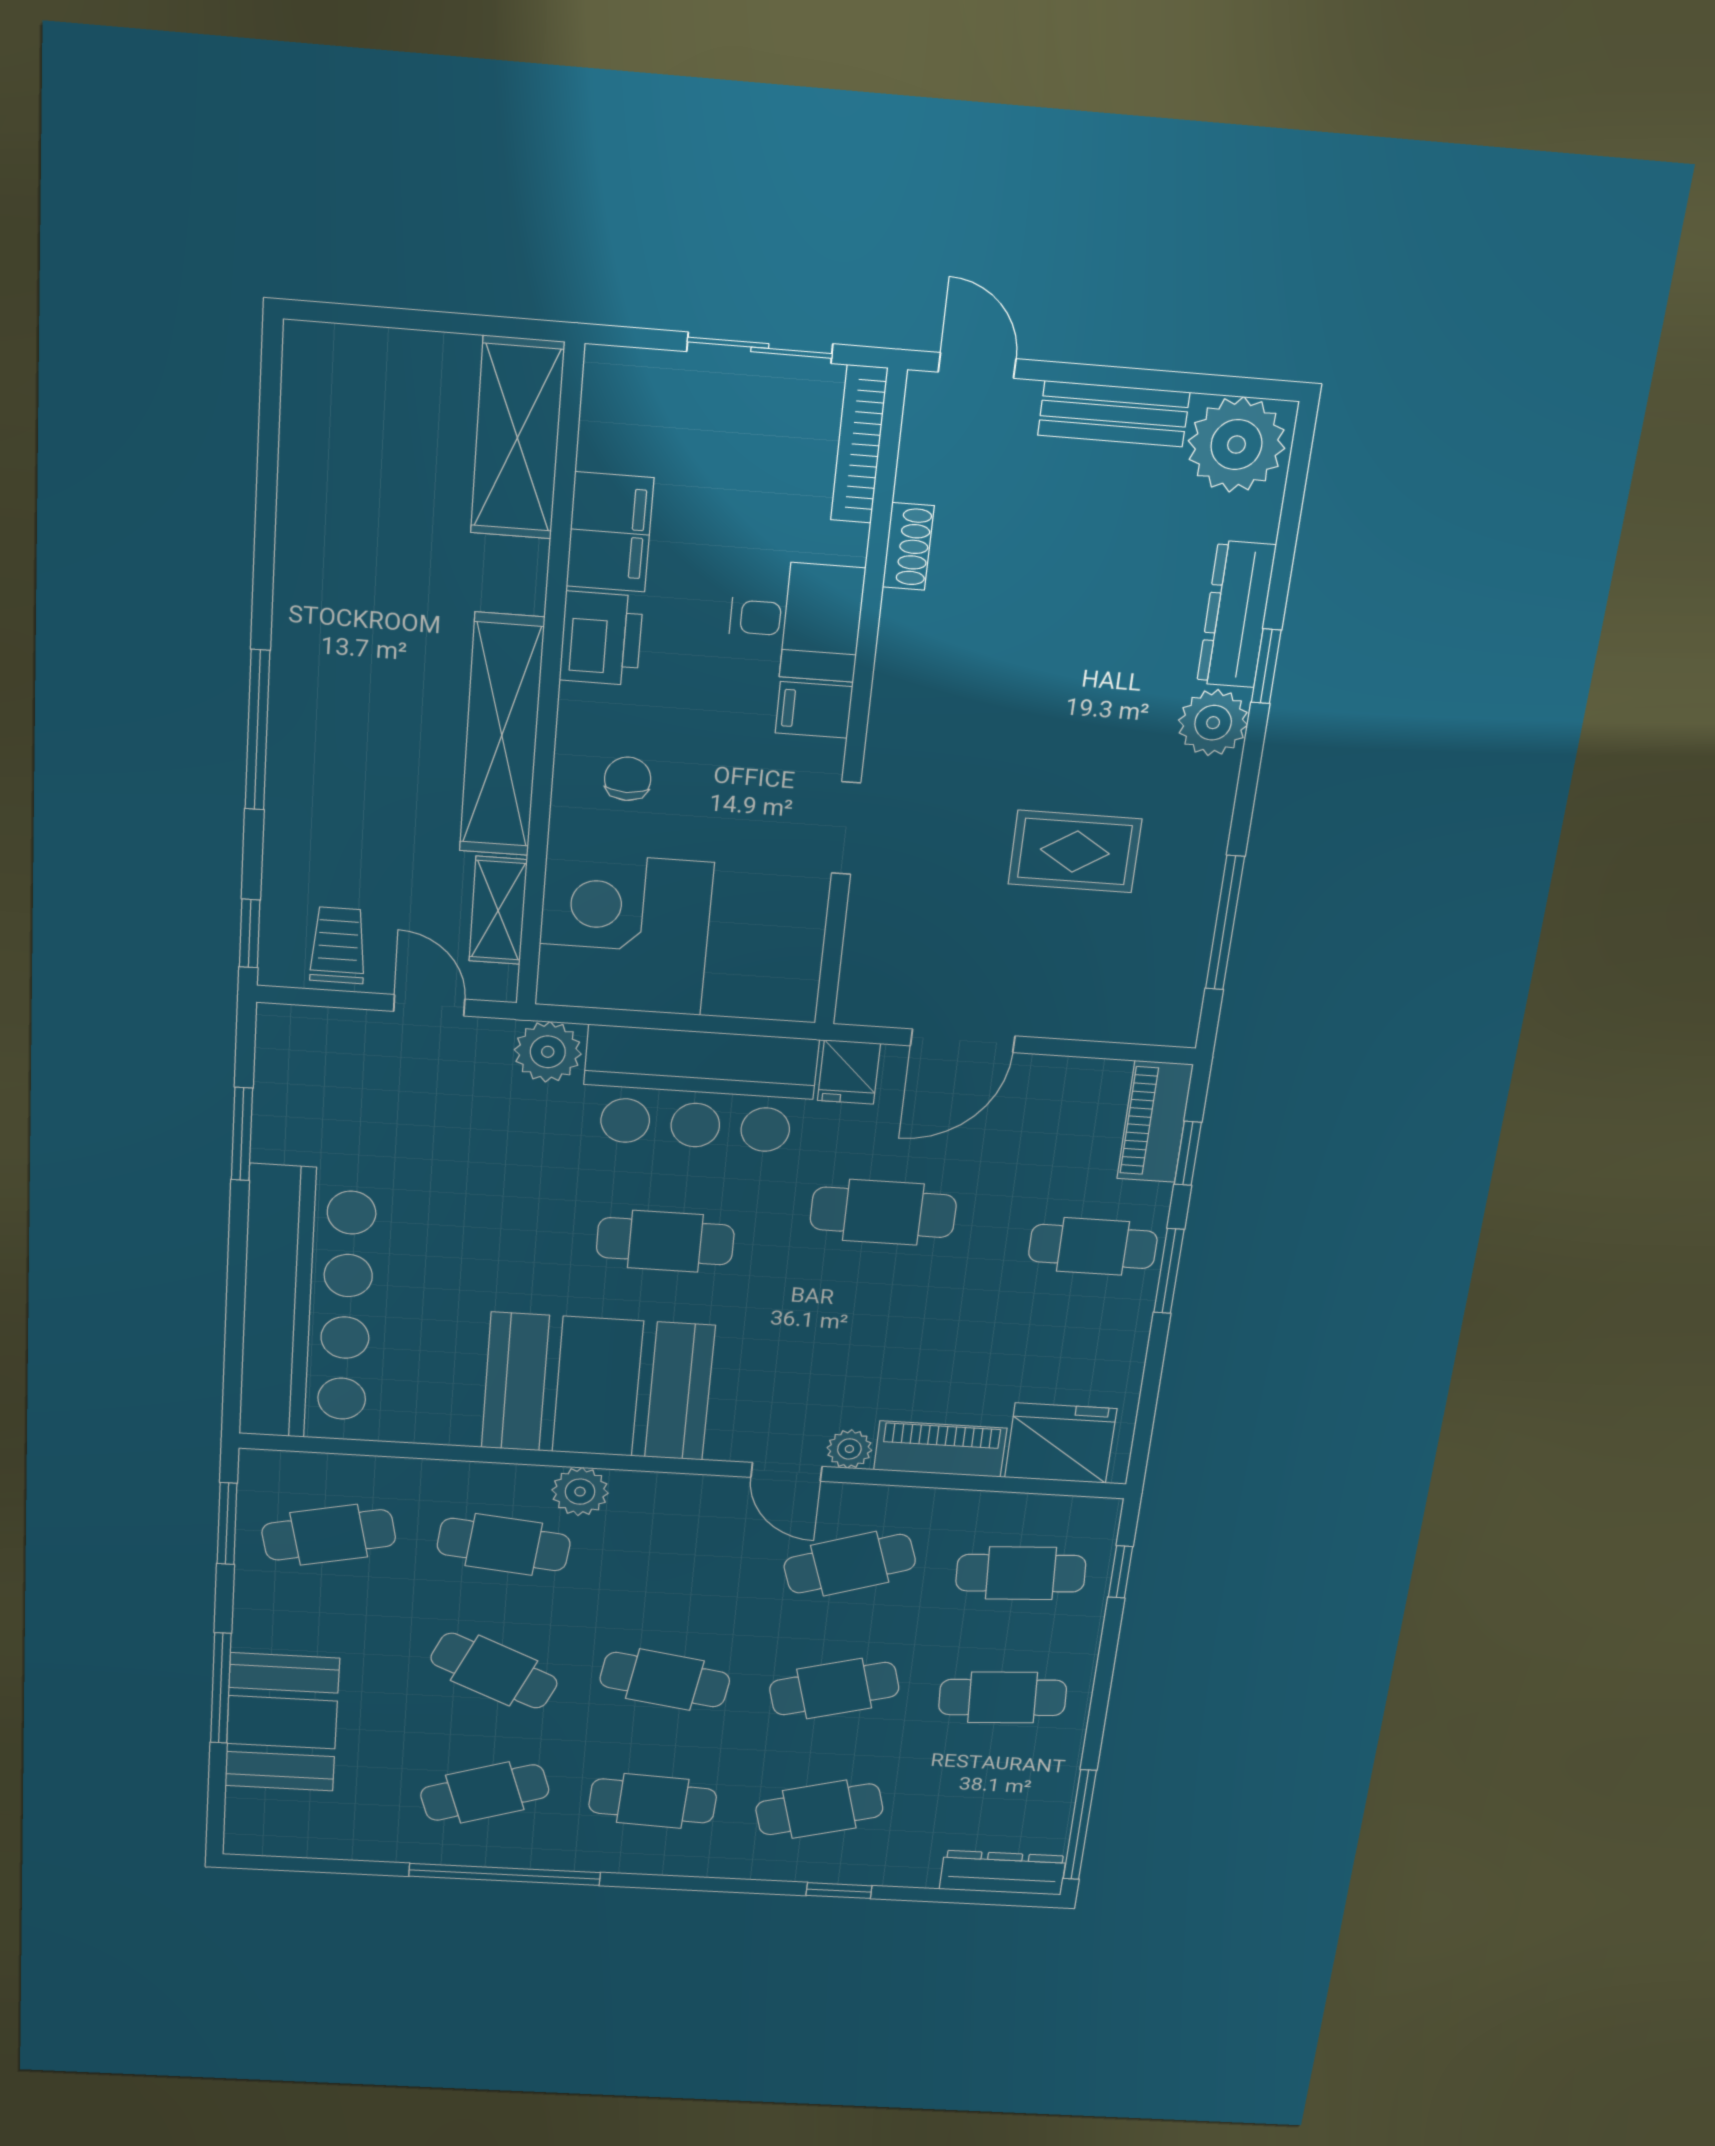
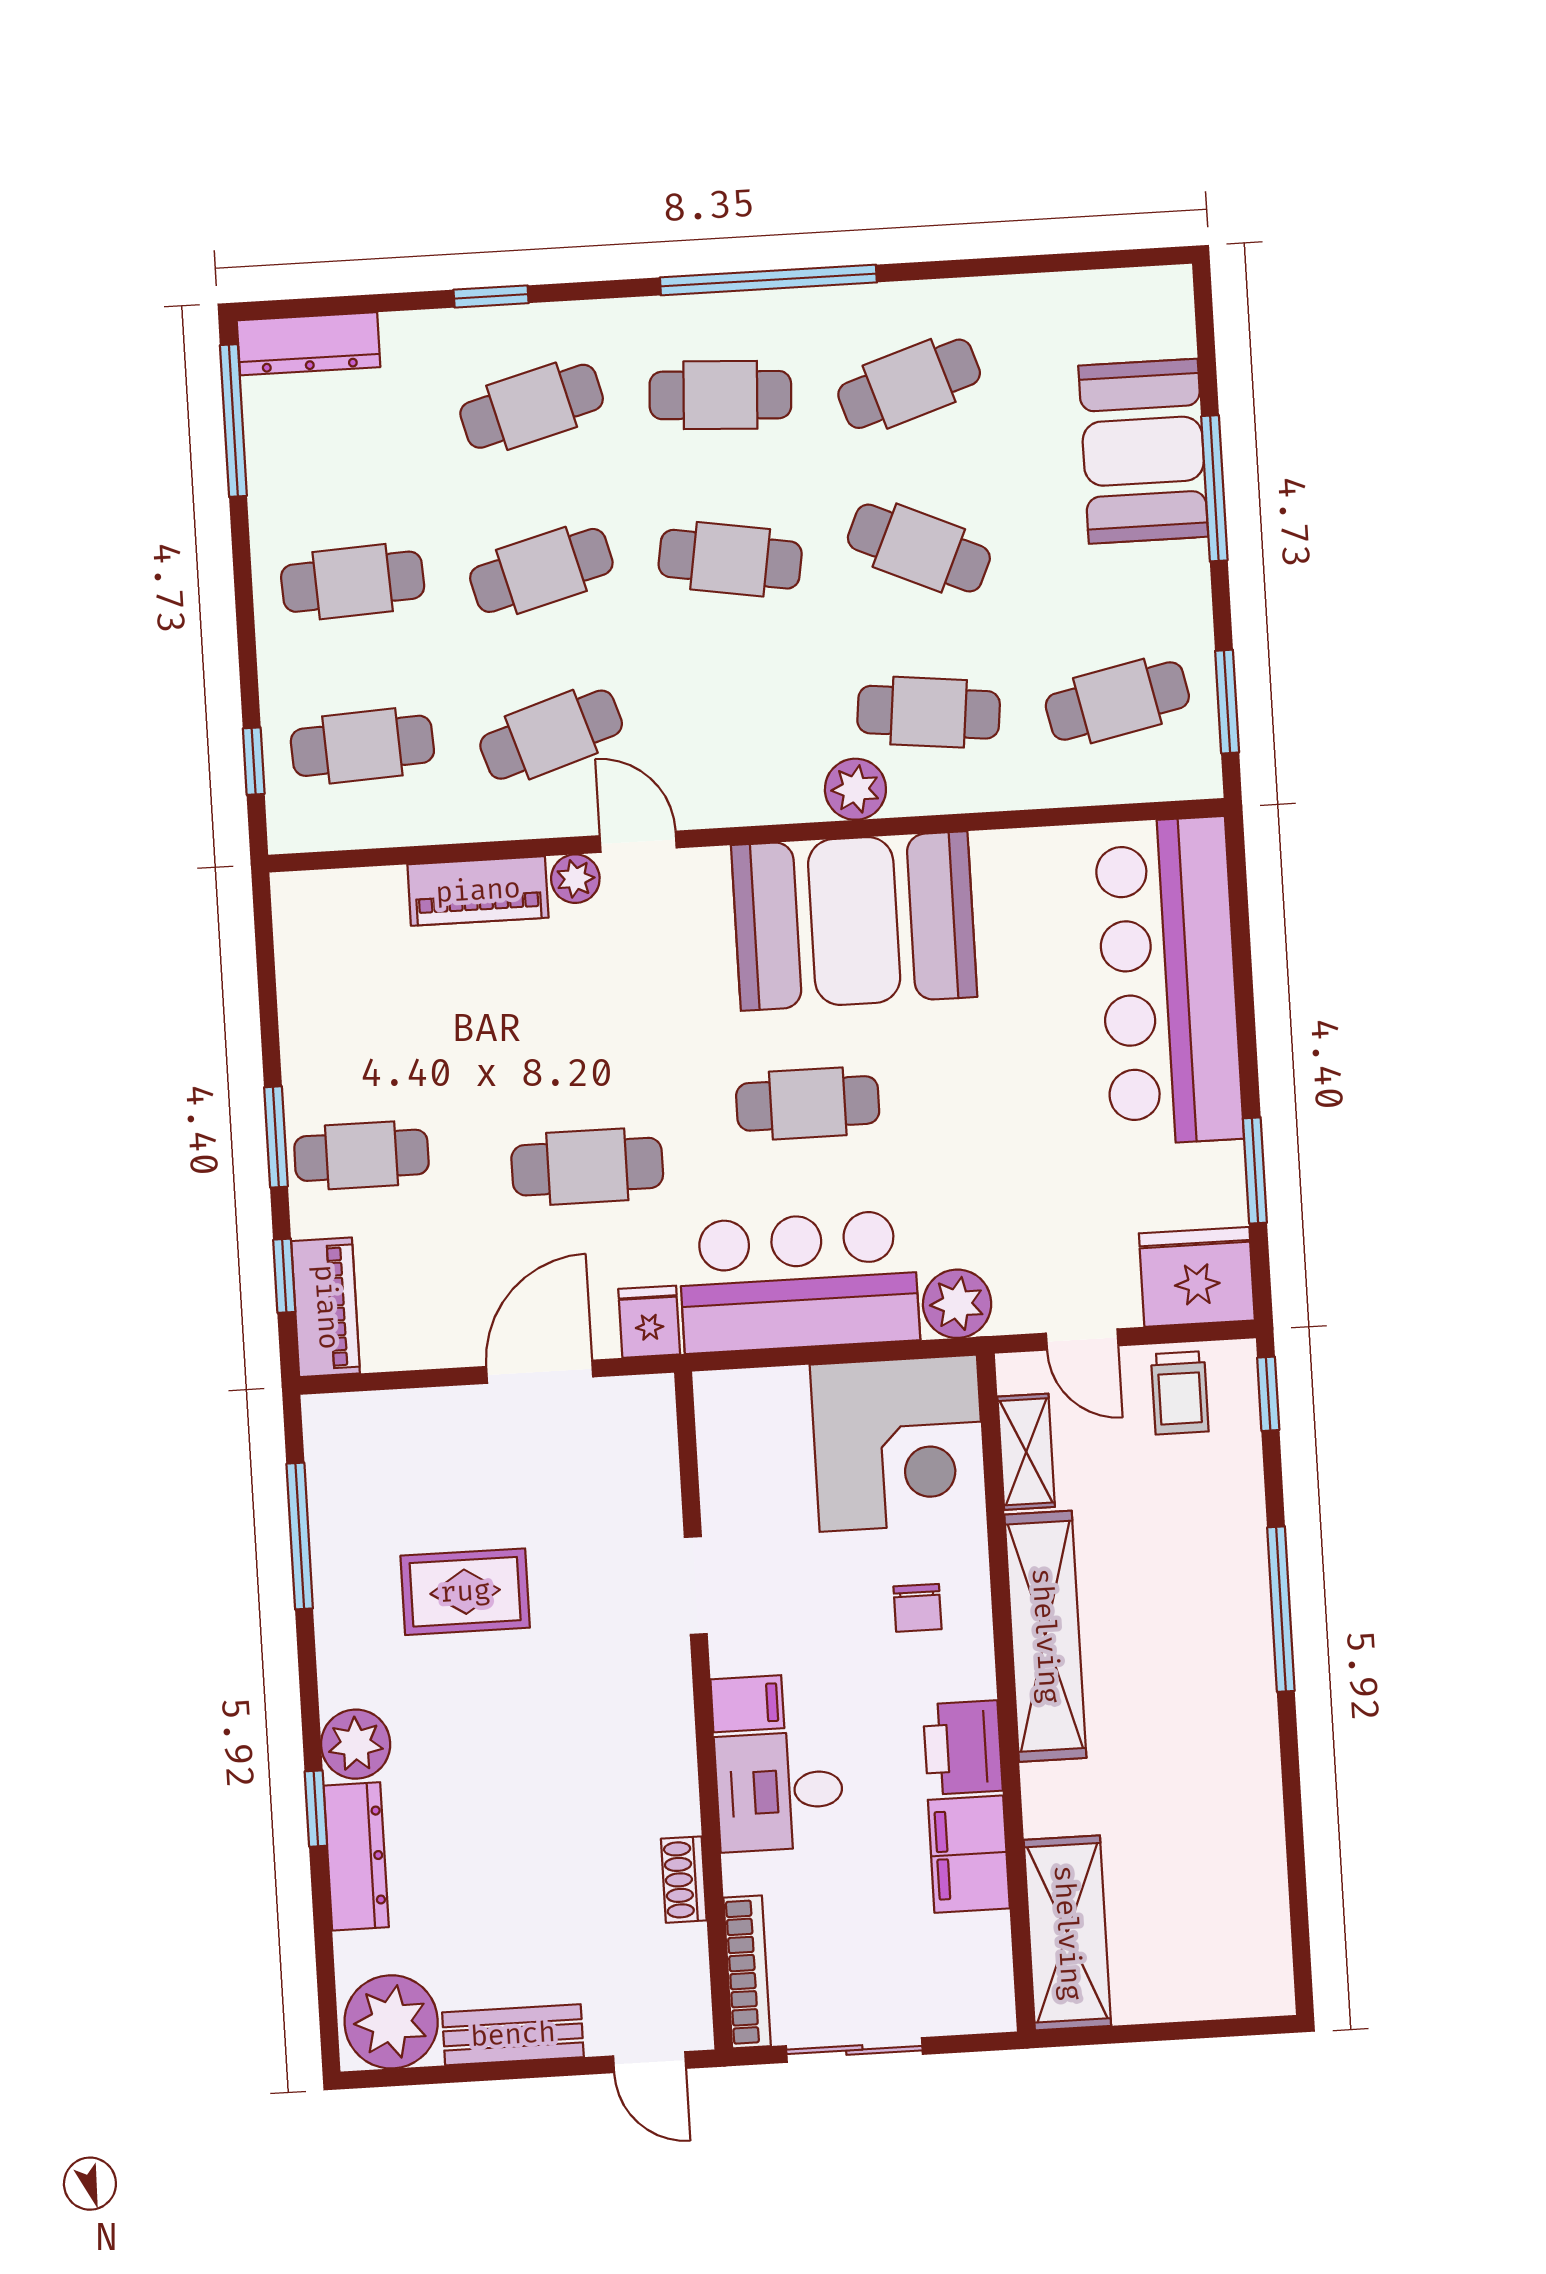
fridge: (1061, 1443) -> (1197, 1277), moved, turned 180
window: (505, 1874) -> (768, 280), moved

